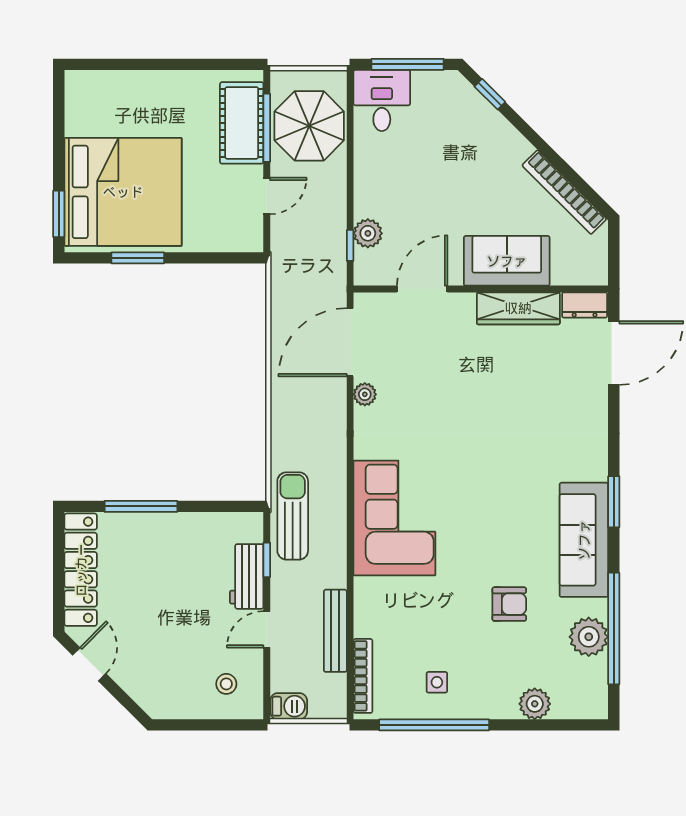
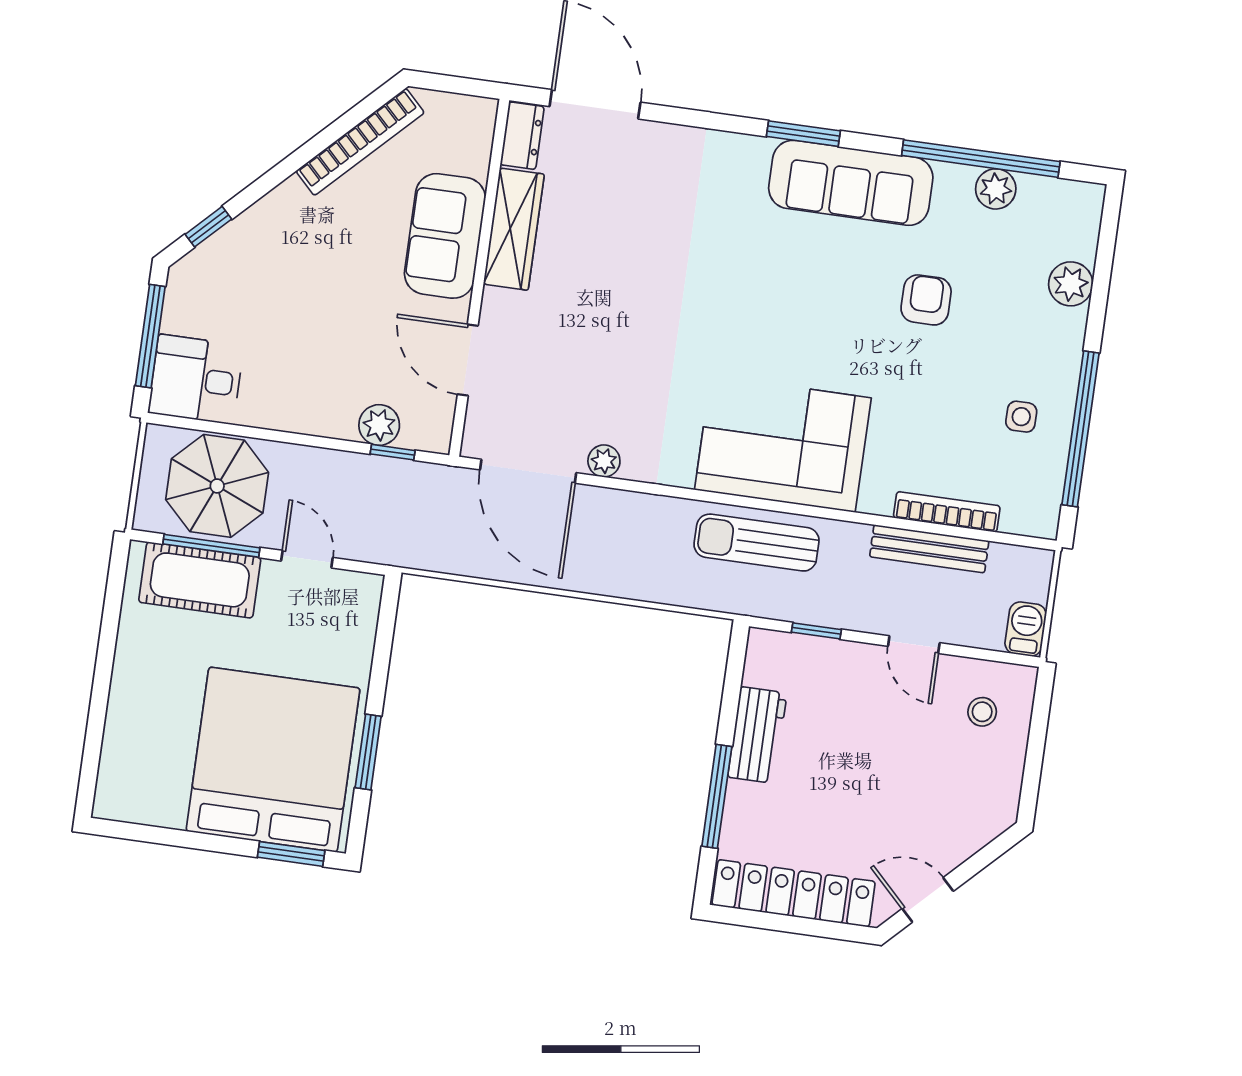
sun lounger: (293, 516) -> (757, 543), moved
workbench: (247, 576) -> (757, 735), moved, turned -90
plant: (589, 637) -> (996, 189), width x0.73, depth x0.73
bookcase: (363, 676) -> (947, 512), moved

